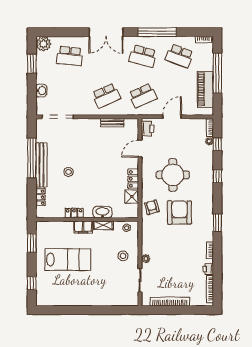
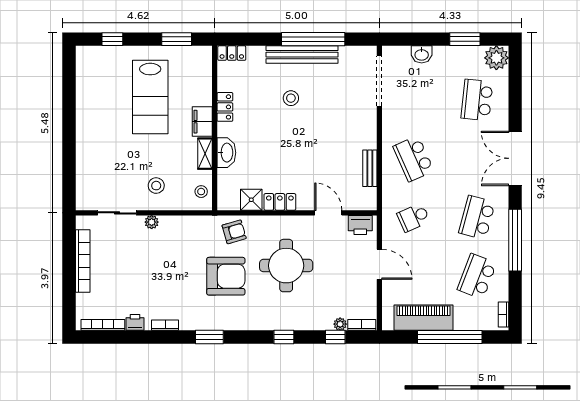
school desk: (143, 96) -> (413, 217), width x0.54
locker: (40, 197) -> (232, 53), moved

